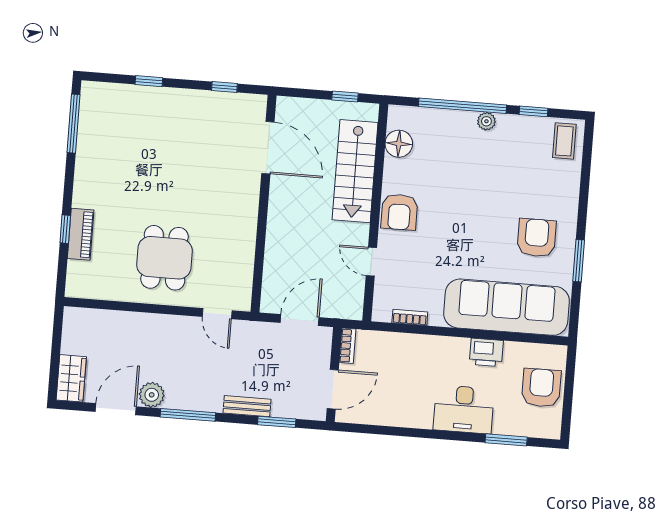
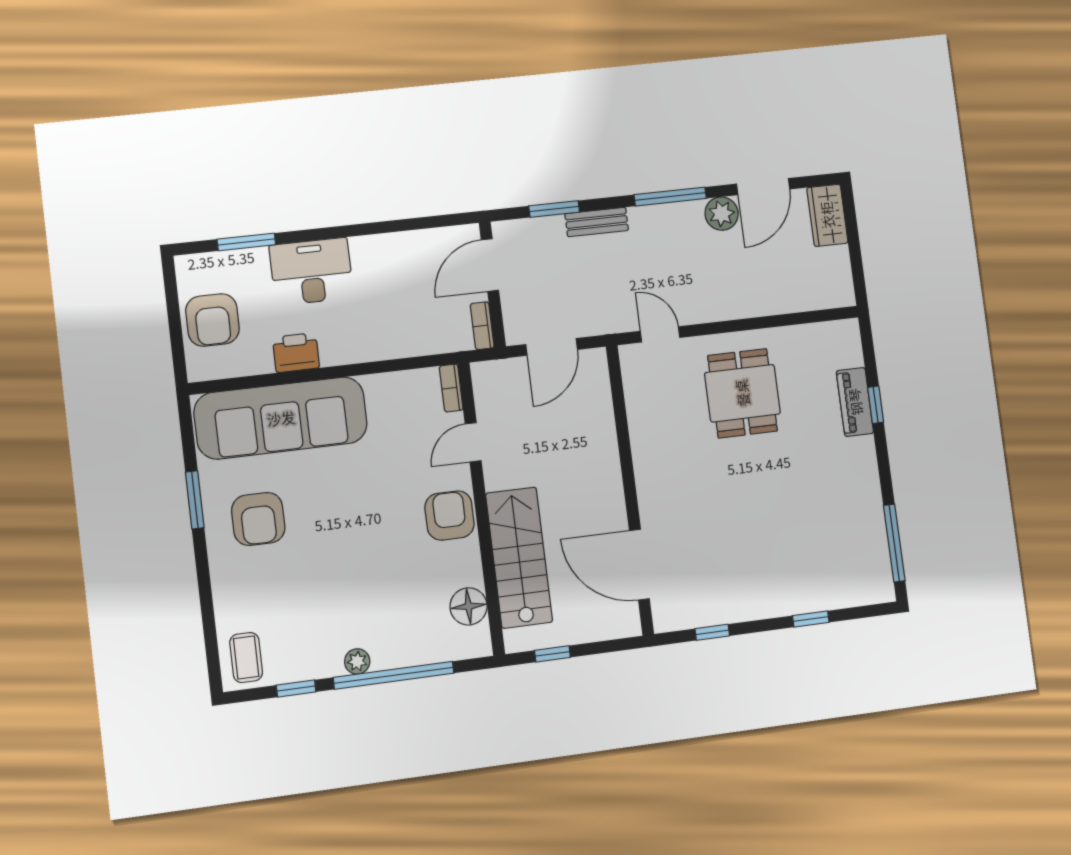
door: (371, 262) -> (473, 442), swing flipped
bookcase: (410, 317) -> (451, 388), moved, turned 90

